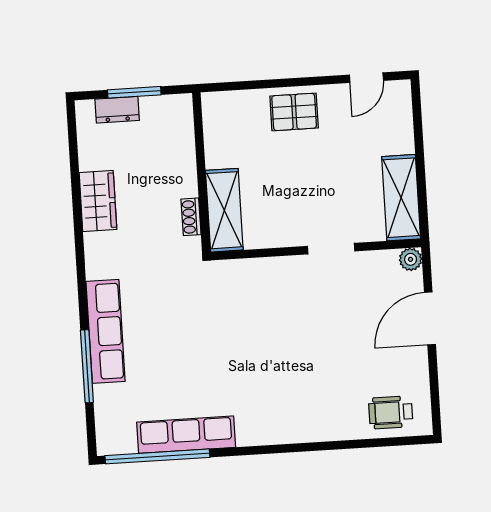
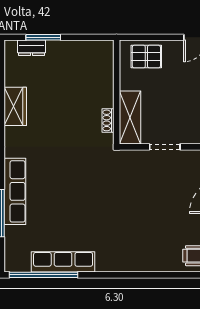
wall: (201, 172) -> (117, 92), moved
shelving: (224, 210) -> (130, 118), moved
shoe rack: (191, 217) -> (108, 120), moved

